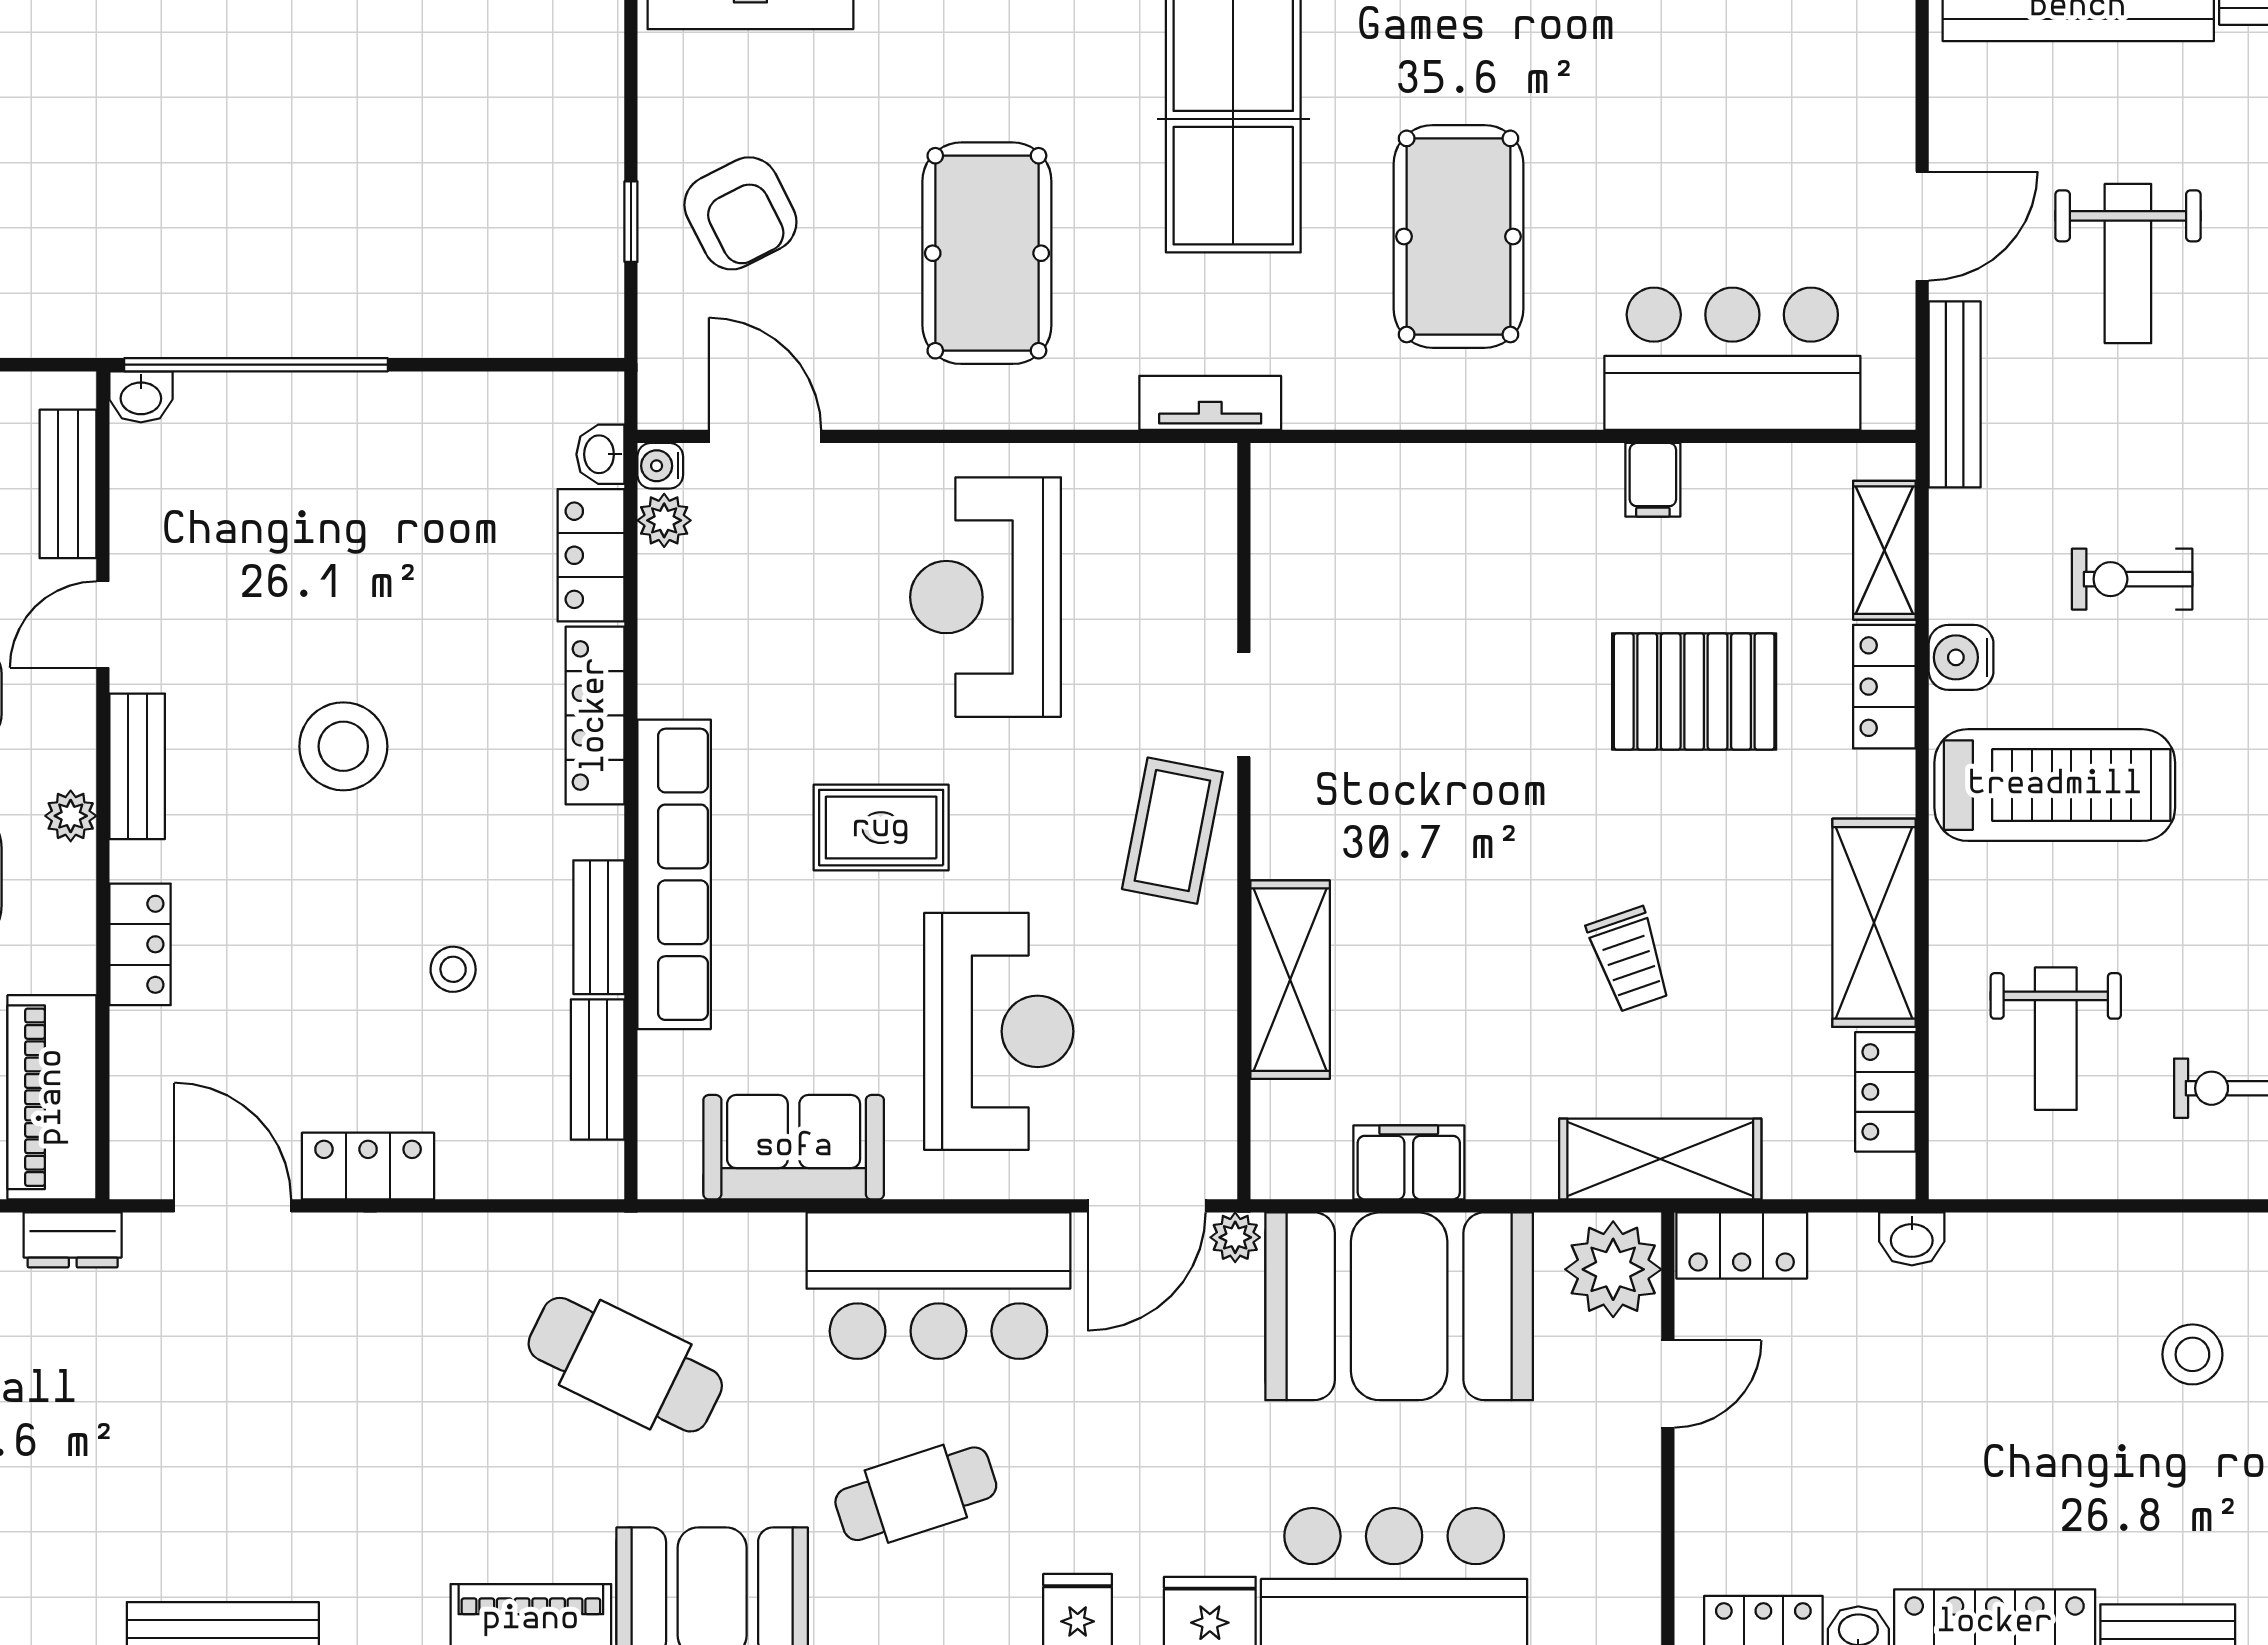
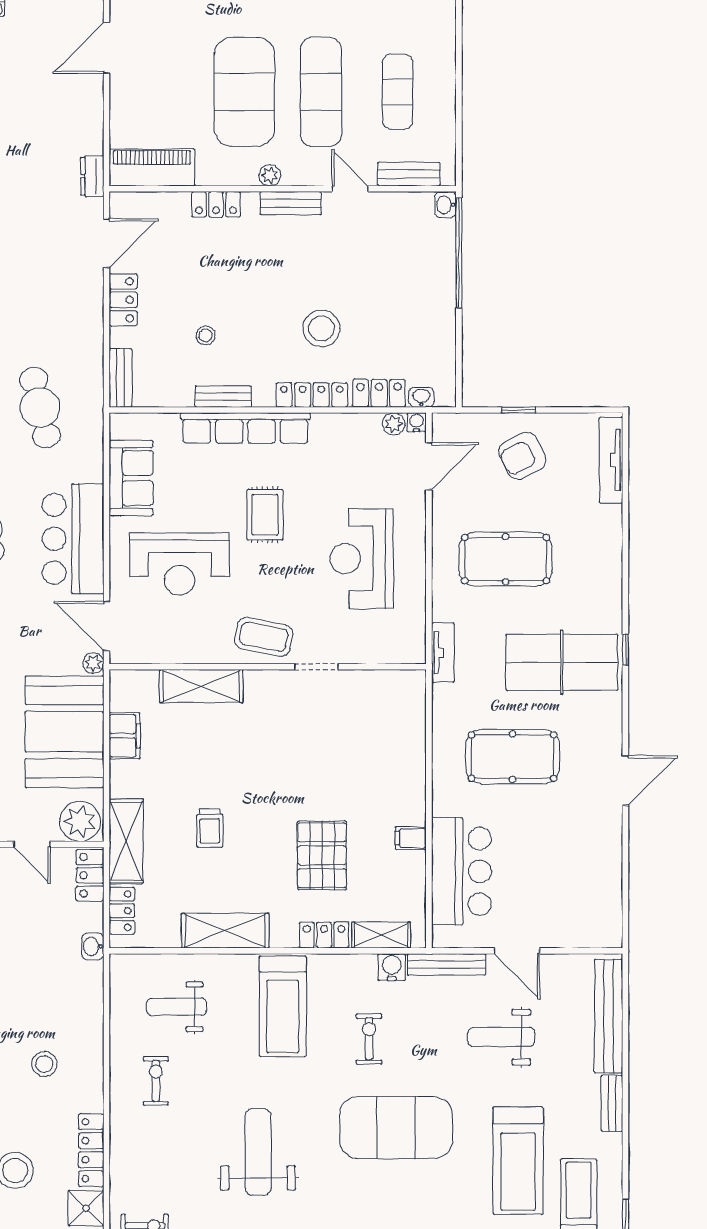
reception desk: (986, 597) -> (362, 559), turned -90
water cooler: (1961, 657) -> (392, 967), moved
stool: (343, 746) -> (321, 328), moved
trolley: (1629, 959) -> (210, 828), turned -71
bench: (598, 1070) -> (120, 378), moved, turned 90
locker: (1885, 1092) -> (122, 911), moved, turned 90
cafe table: (625, 1365) -> (40, 408), turned -39

